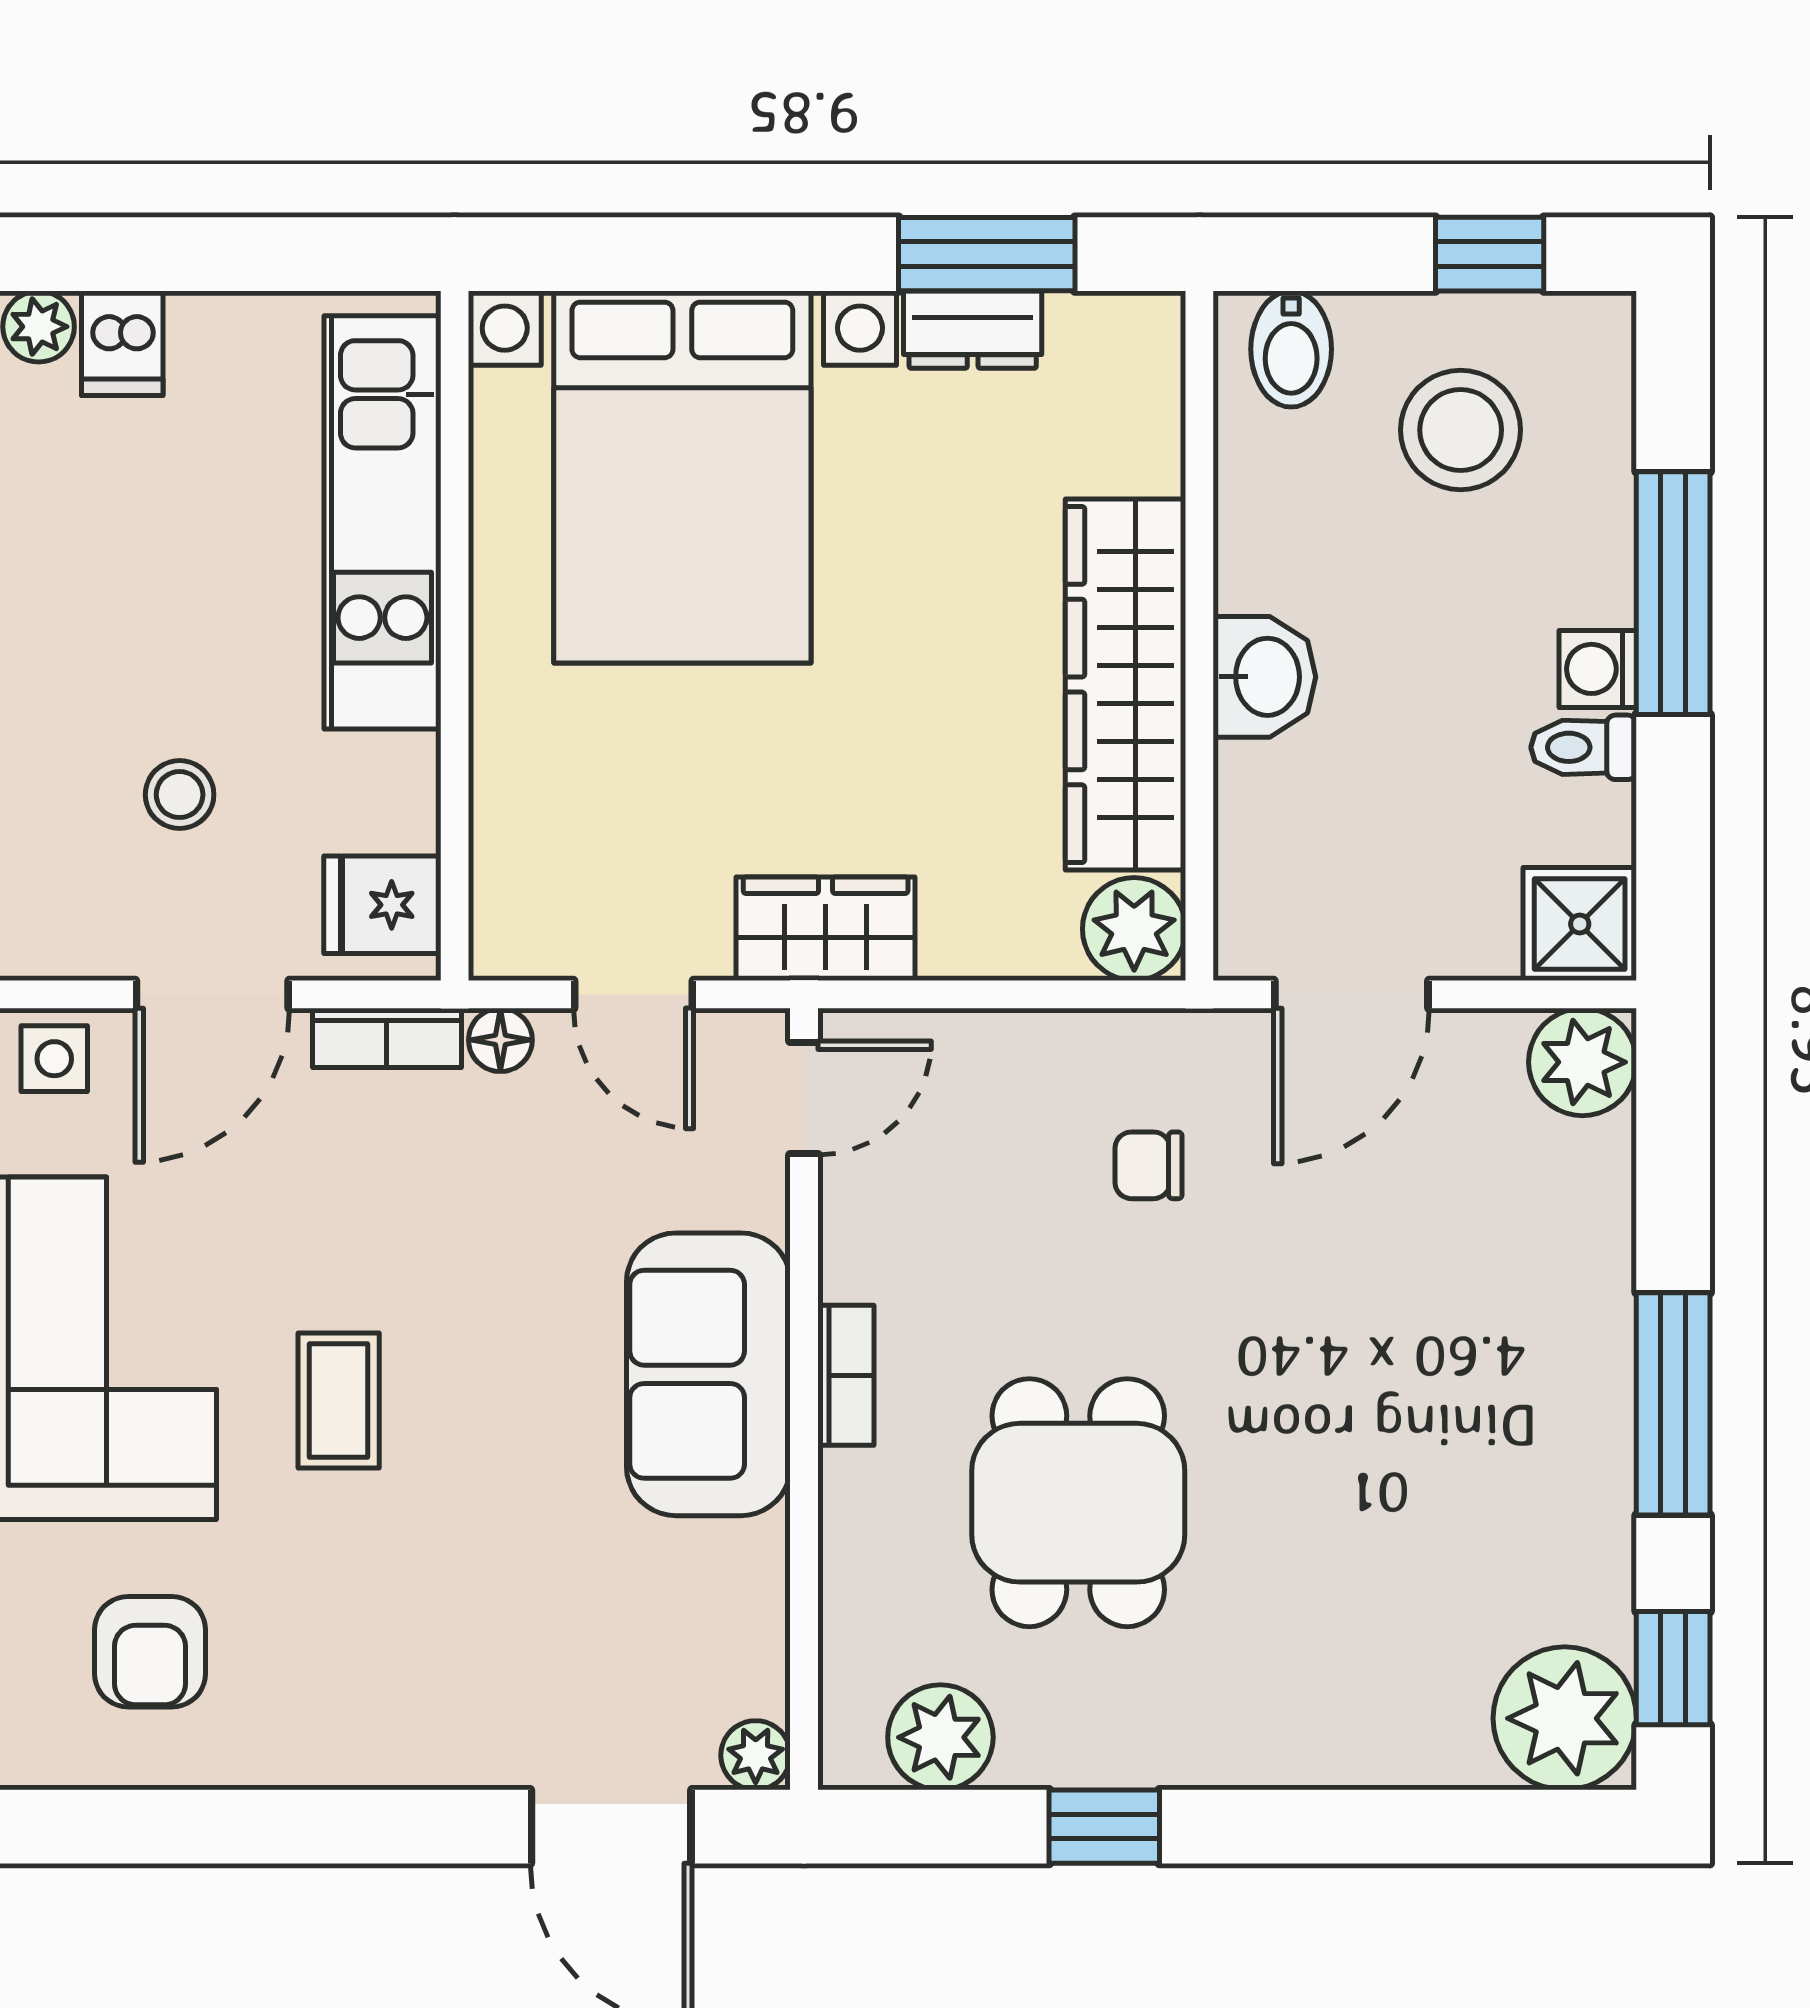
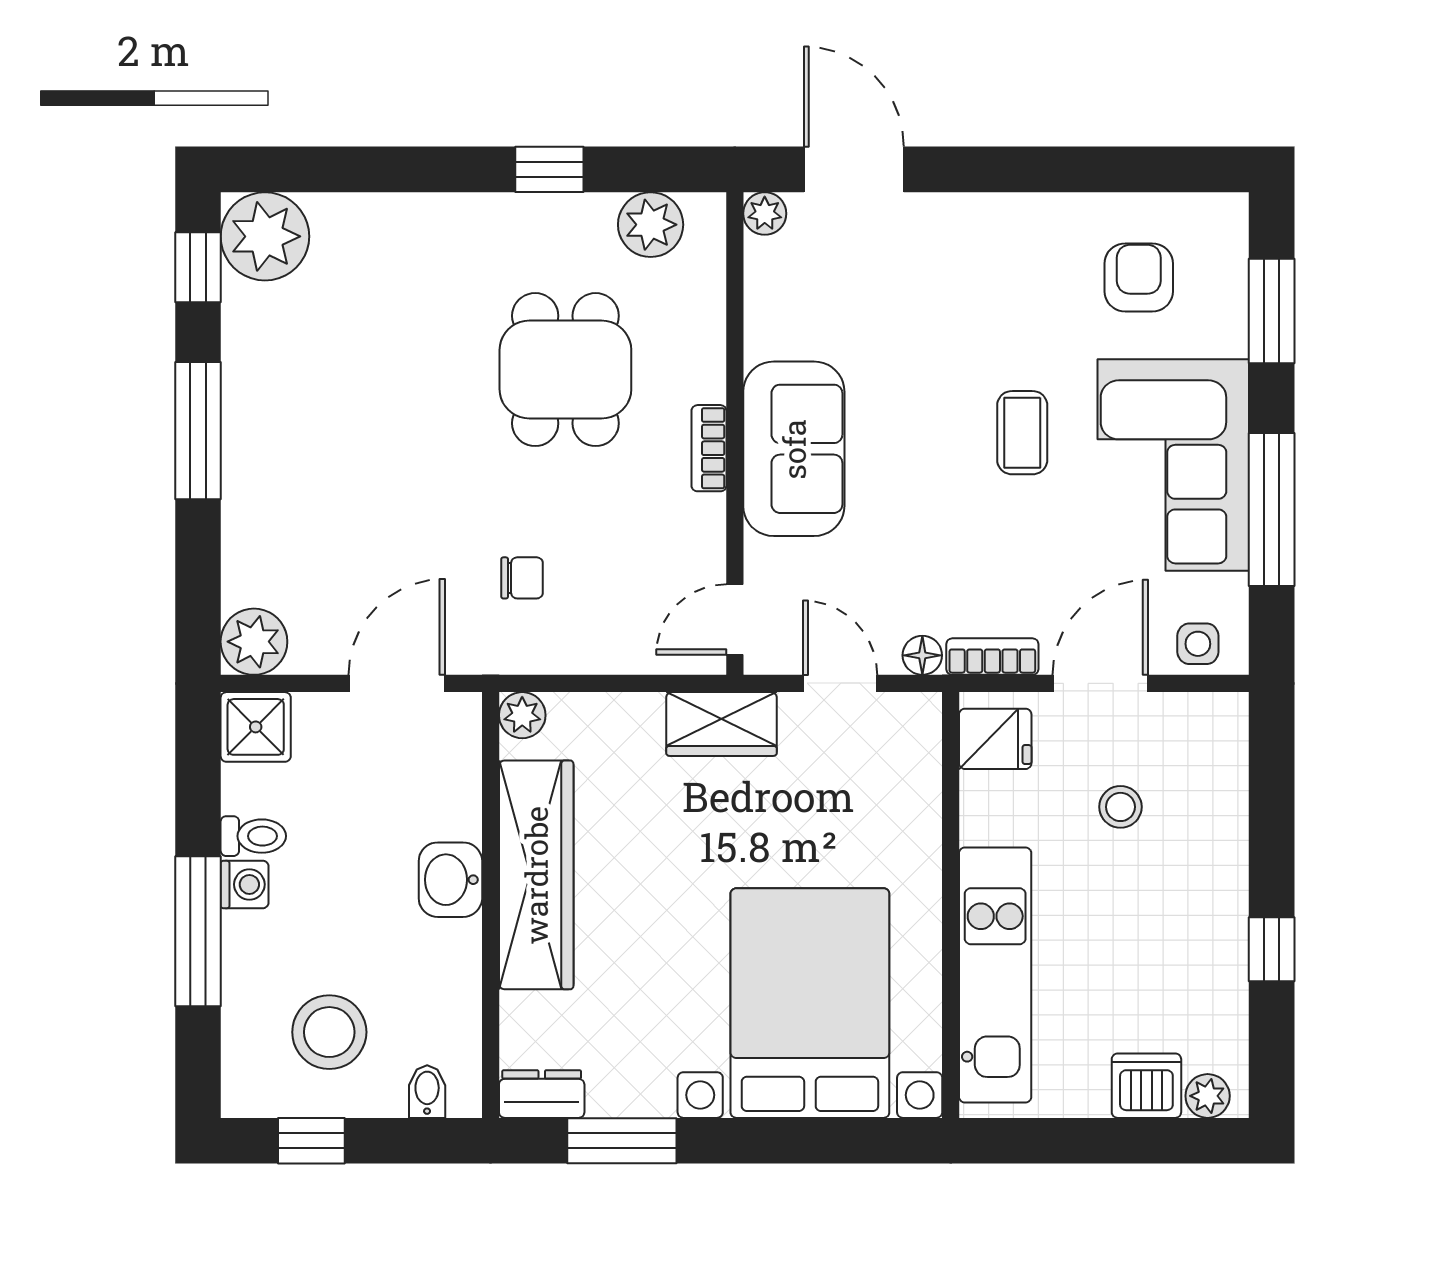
dresser: (973, 330) -> (542, 1094), moved
dishwasher: (122, 343) -> (1146, 1086), width x1.38
bidet: (1291, 349) -> (427, 1092), width x0.72, depth x0.74
plant: (1134, 929) -> (522, 715), width x0.73, depth x0.73

